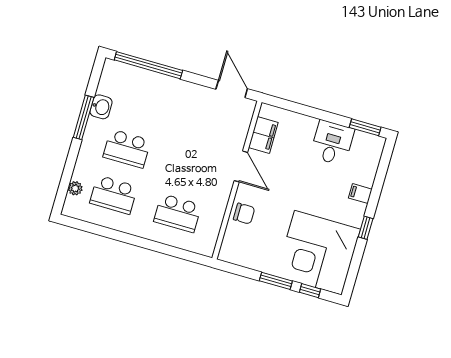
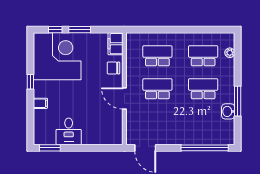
filing cabinet: (263, 135) -> (116, 44), moved
school desk: (191, 167) -> (157, 89), added

